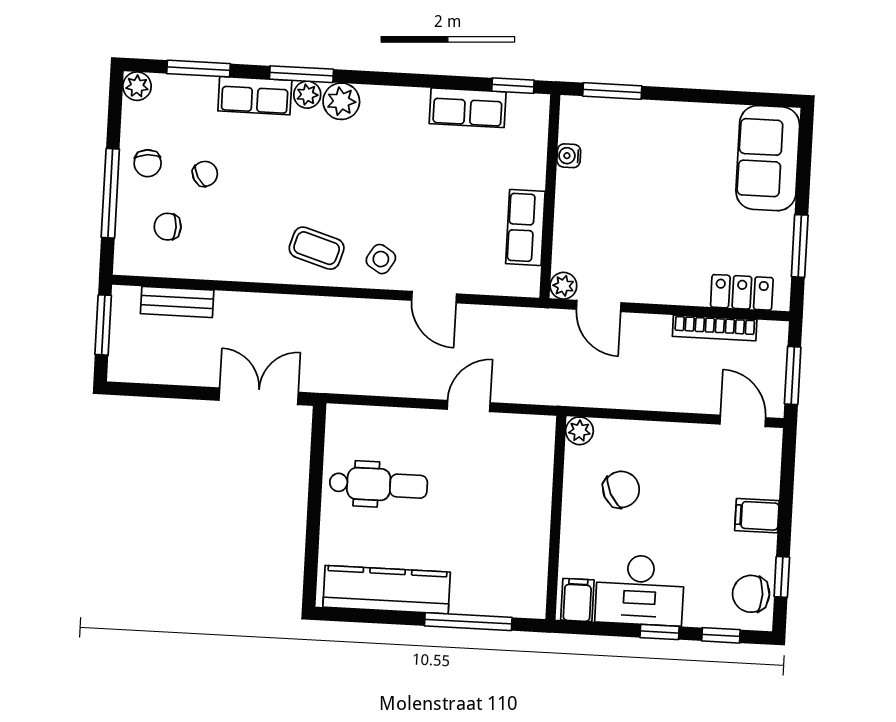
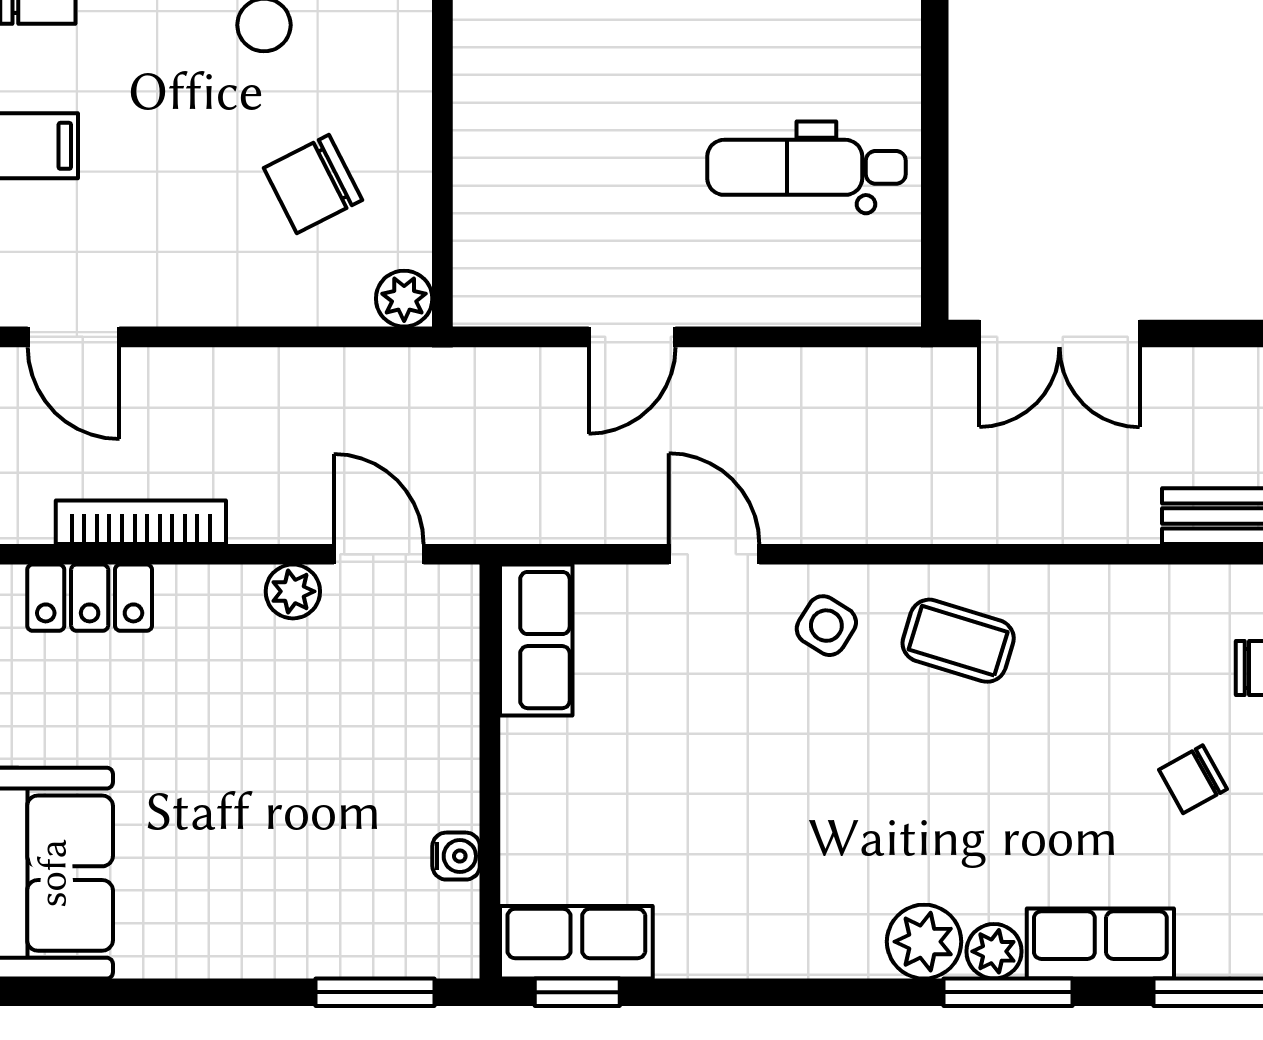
row of seats: (468, 108) -> (576, 942), moved
row of seats: (525, 228) -> (536, 640), moved
plant: (563, 286) -> (293, 591), moved

